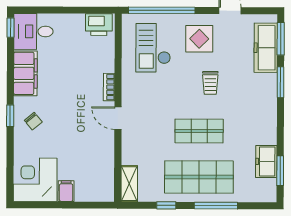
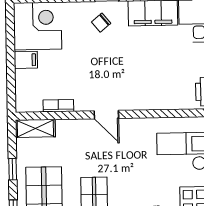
bookcase: (109, 87) -> (58, 106), moved
door: (118, 118) -> (106, 115), swing flipped

